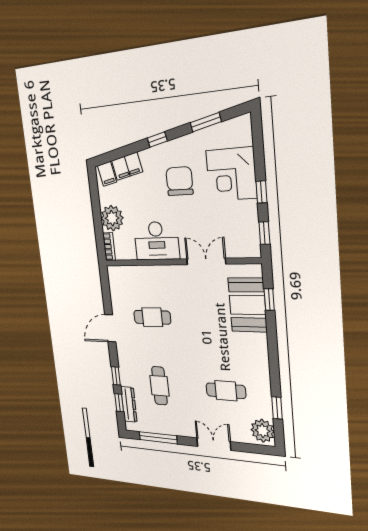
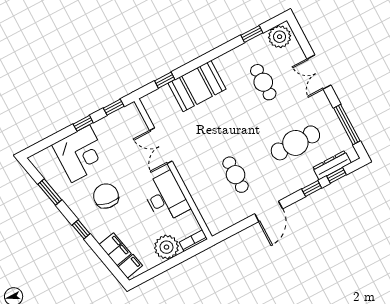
chair: (179, 181) -> (106, 196), turned 100
booth: (247, 305) -> (197, 86), moved
door: (110, 328) -> (269, 211), hinge flipped
cafe table: (159, 386) -> (295, 143), width x1.37, depth x1.35

